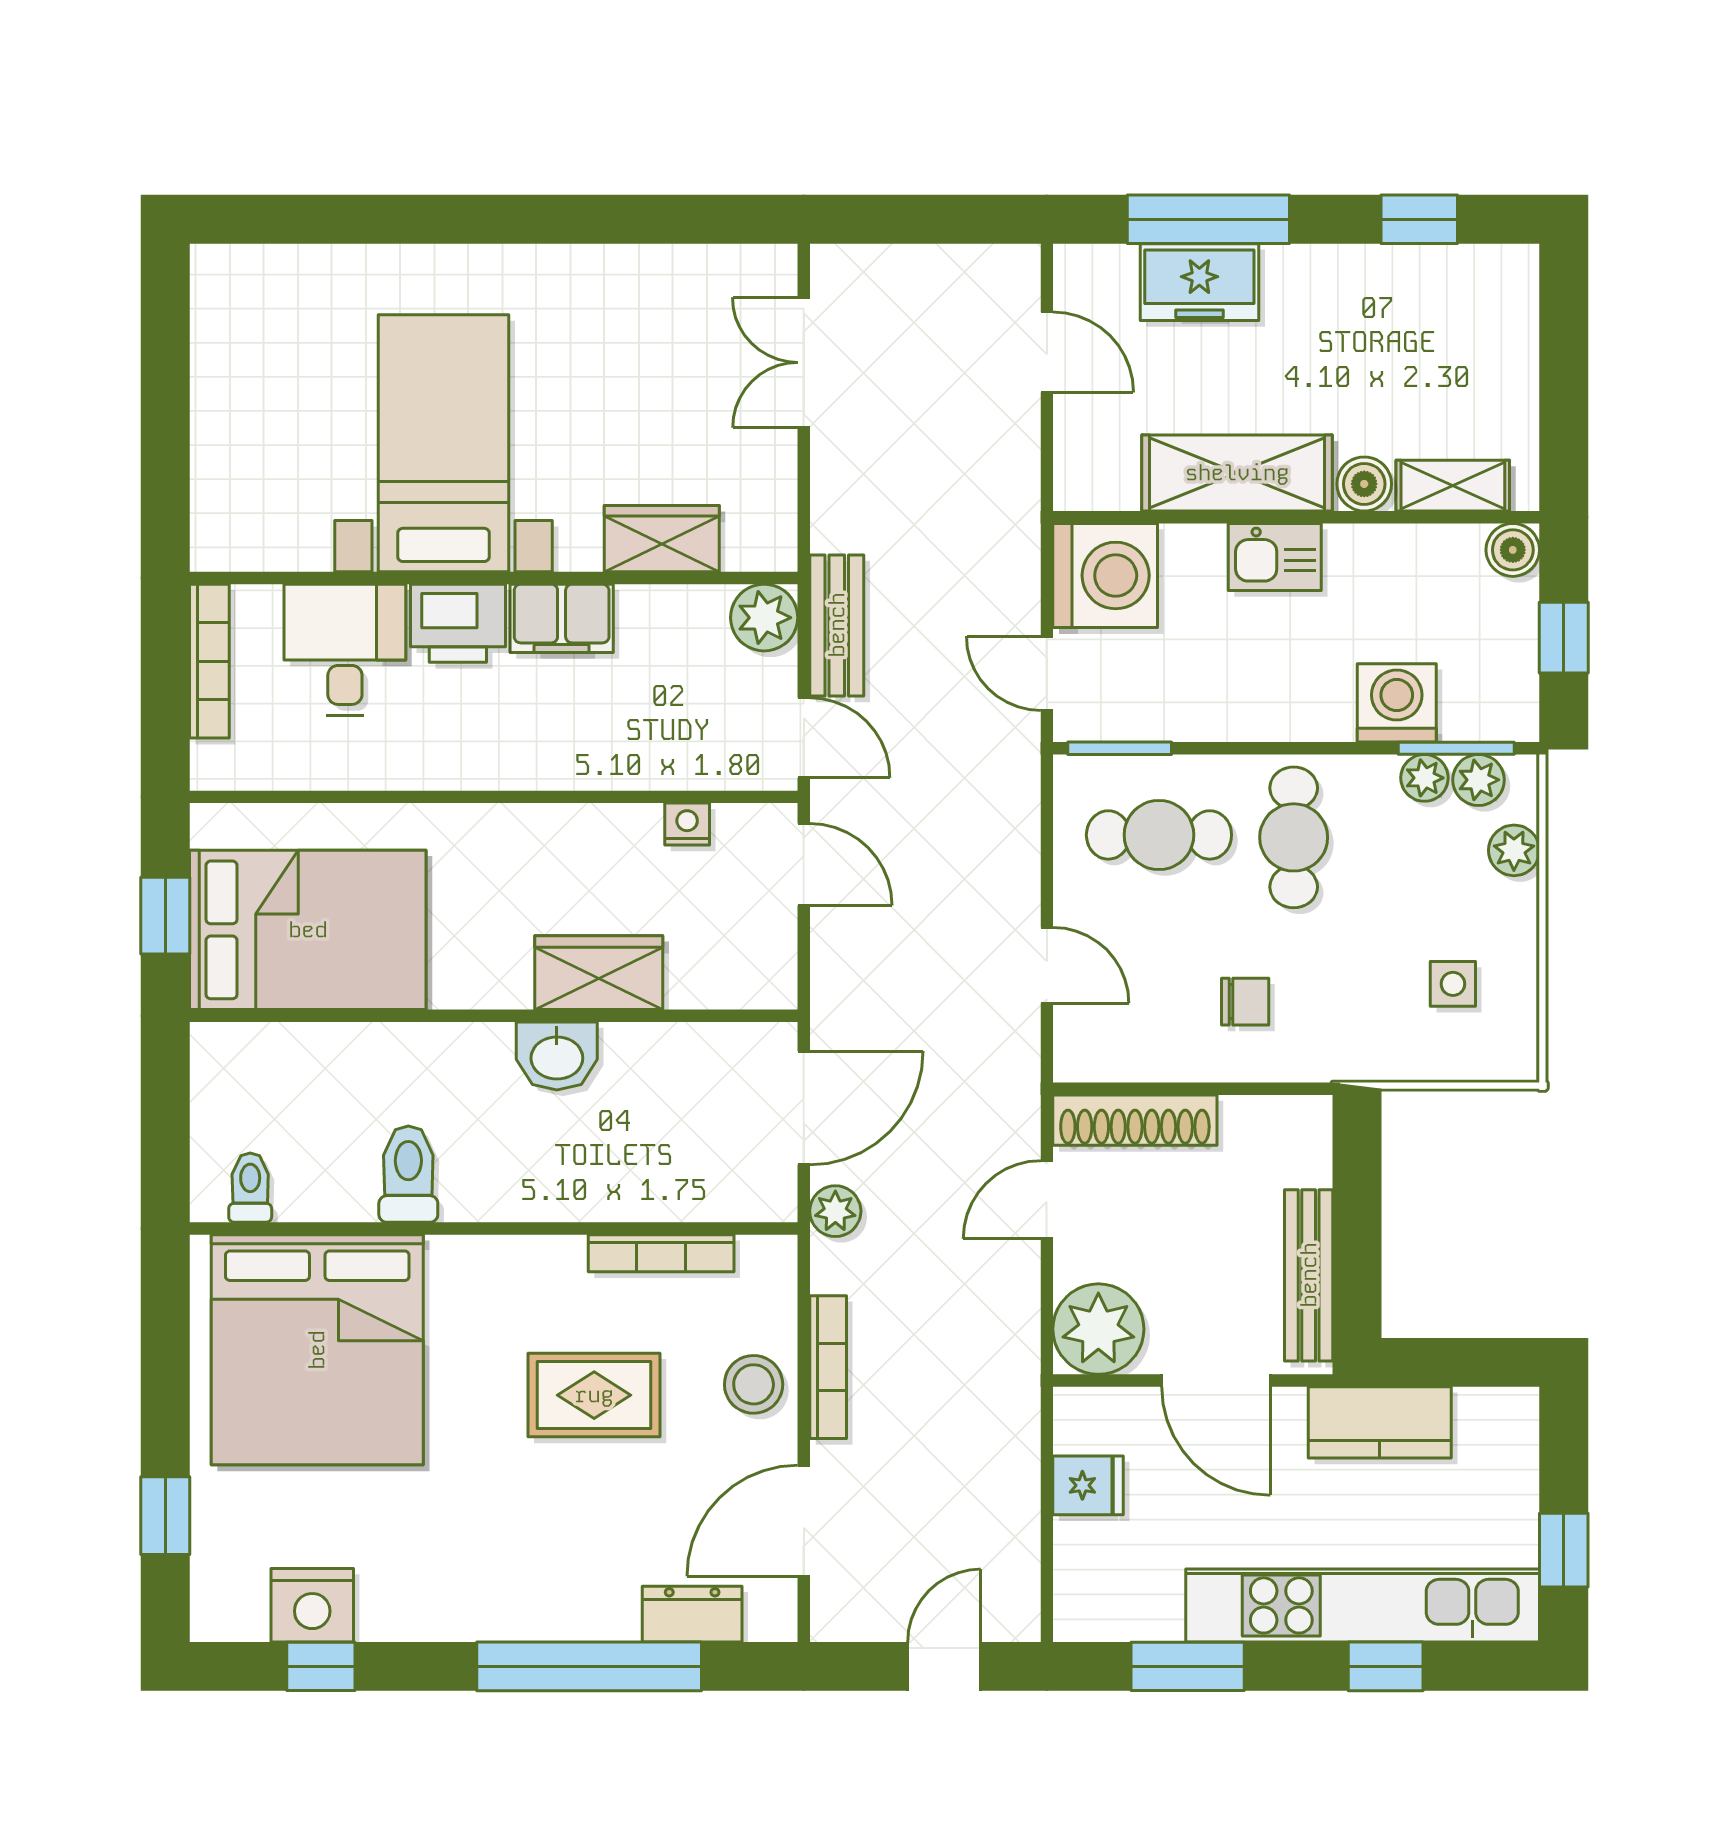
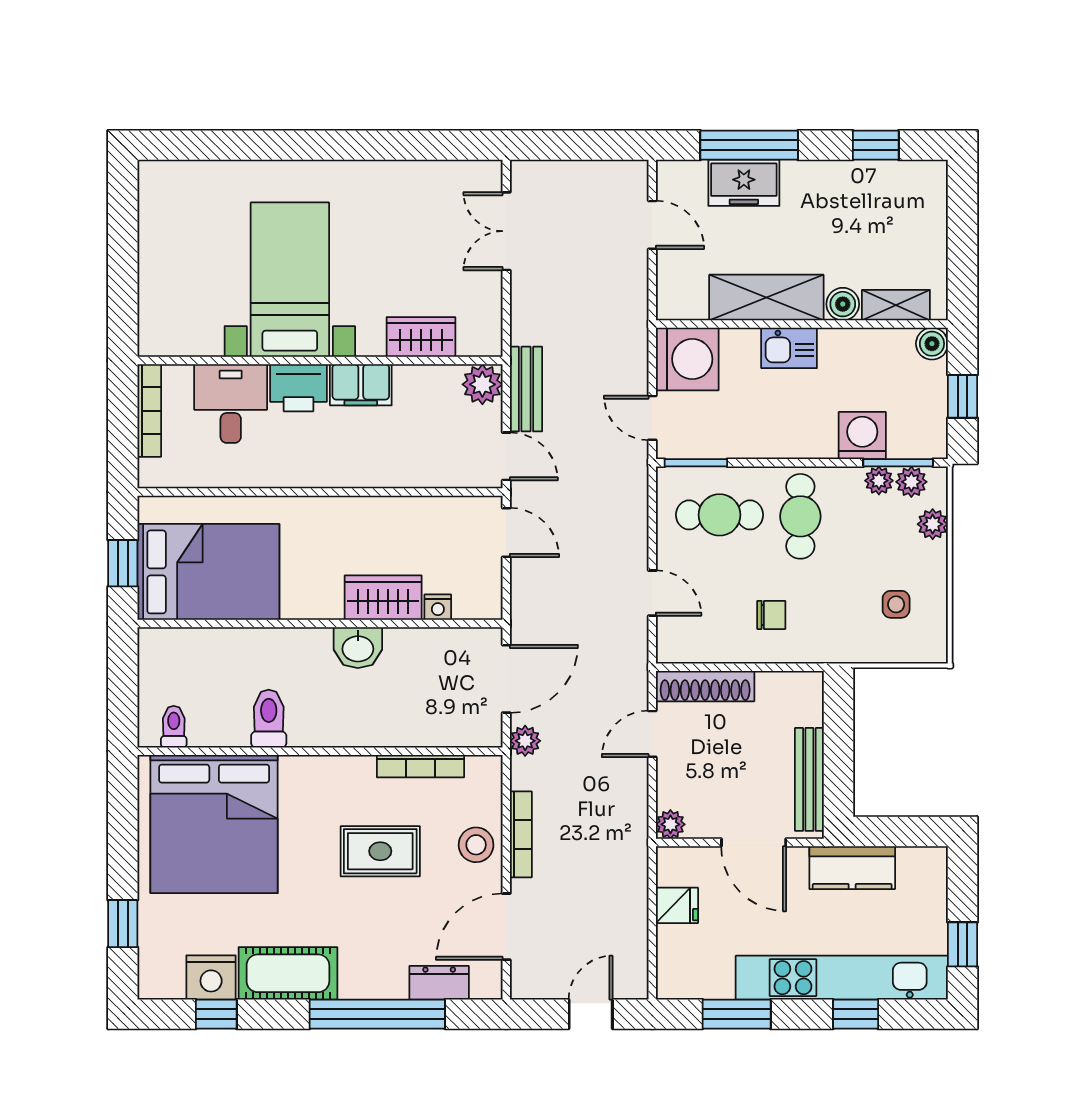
nightstand: (687, 824) -> (438, 607), moved, turned 180
plant: (1098, 1329) -> (670, 824), width x0.53, depth x0.53
cot: (440, 1598) -> (288, 973), added

